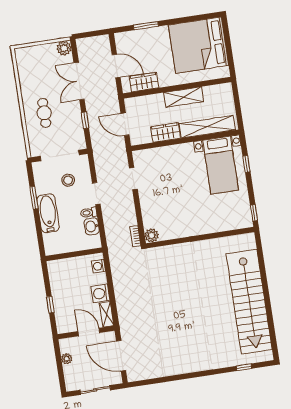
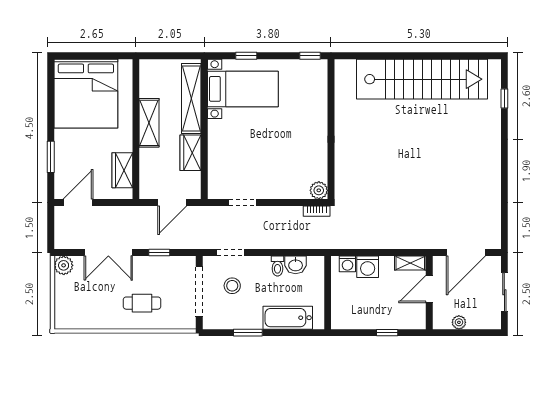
door: (116, 66) -> (78, 203), moved
doorway: (96, 194) -> (231, 253), moved
bathtub: (48, 213) -> (288, 318), moved
washing machine: (100, 293) -> (368, 267), moved

